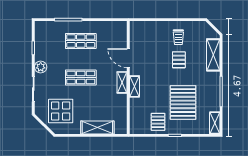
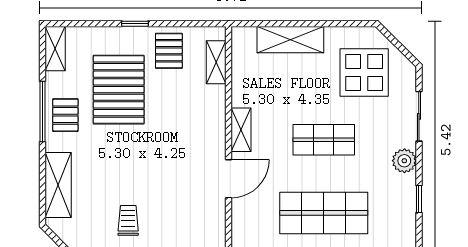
shop shelf: (81, 41) -> (324, 213), width x1.43, depth x1.36
door: (128, 58) -> (229, 179), hinge flipped
pallet: (179, 60) -> (65, 115), moved
shelving: (134, 86) -> (216, 62), moved

